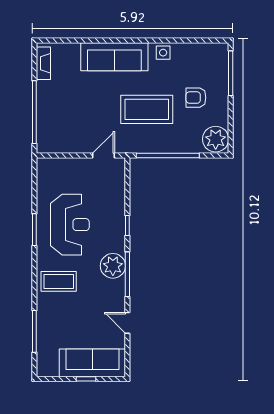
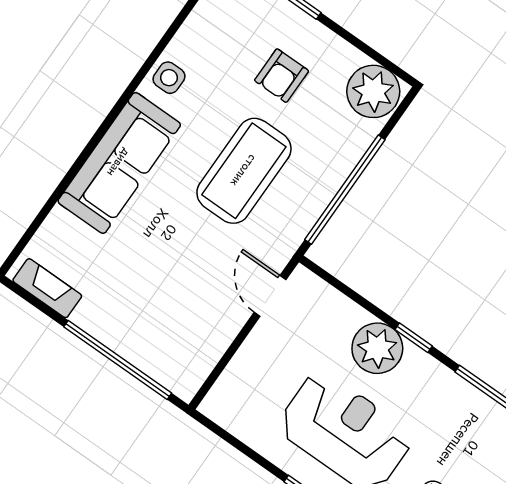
plant: (113, 266) -> (377, 348), moved

